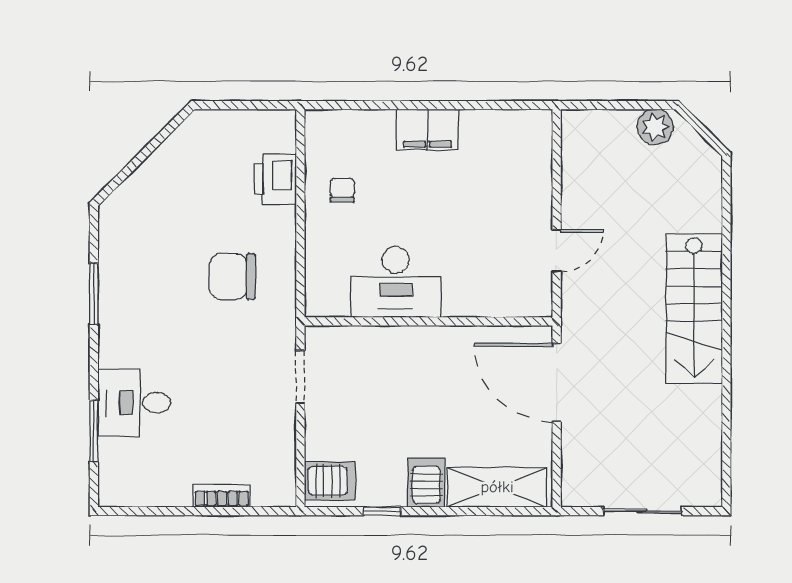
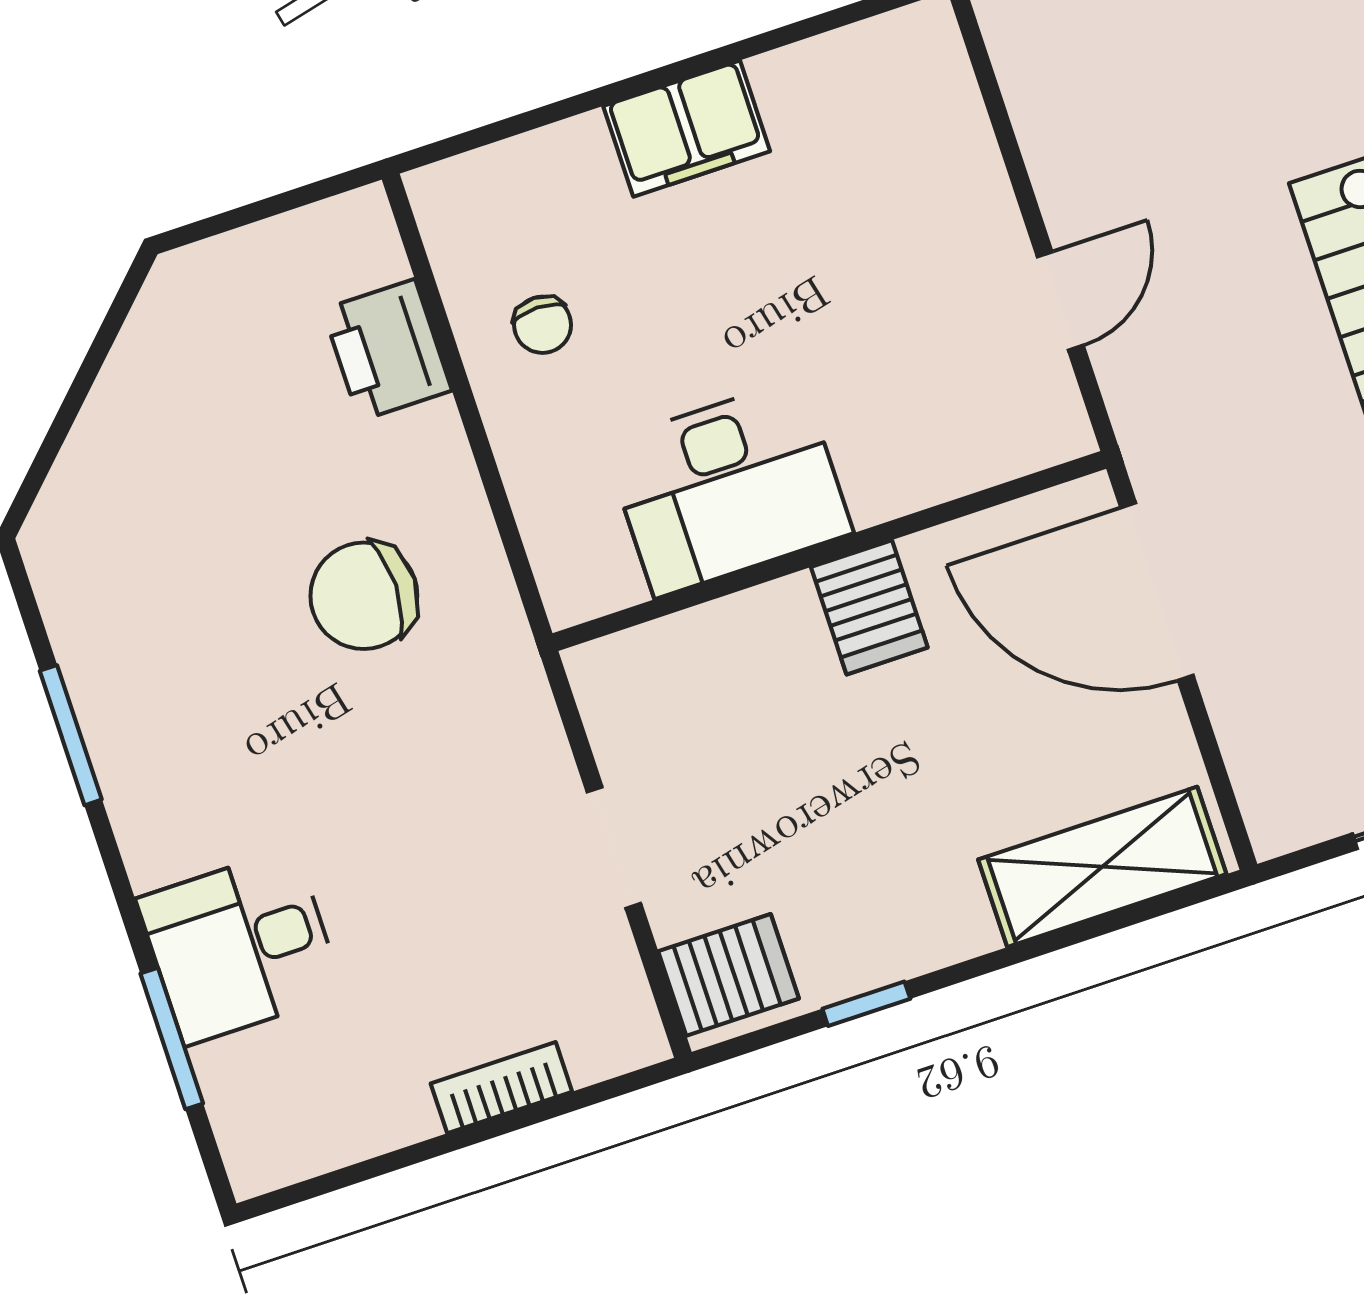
chair: (342, 190) -> (543, 325), turned 180
doorway: (300, 377) -> (614, 848), moved
server rack: (426, 483) -> (869, 607), moved, turned 180

